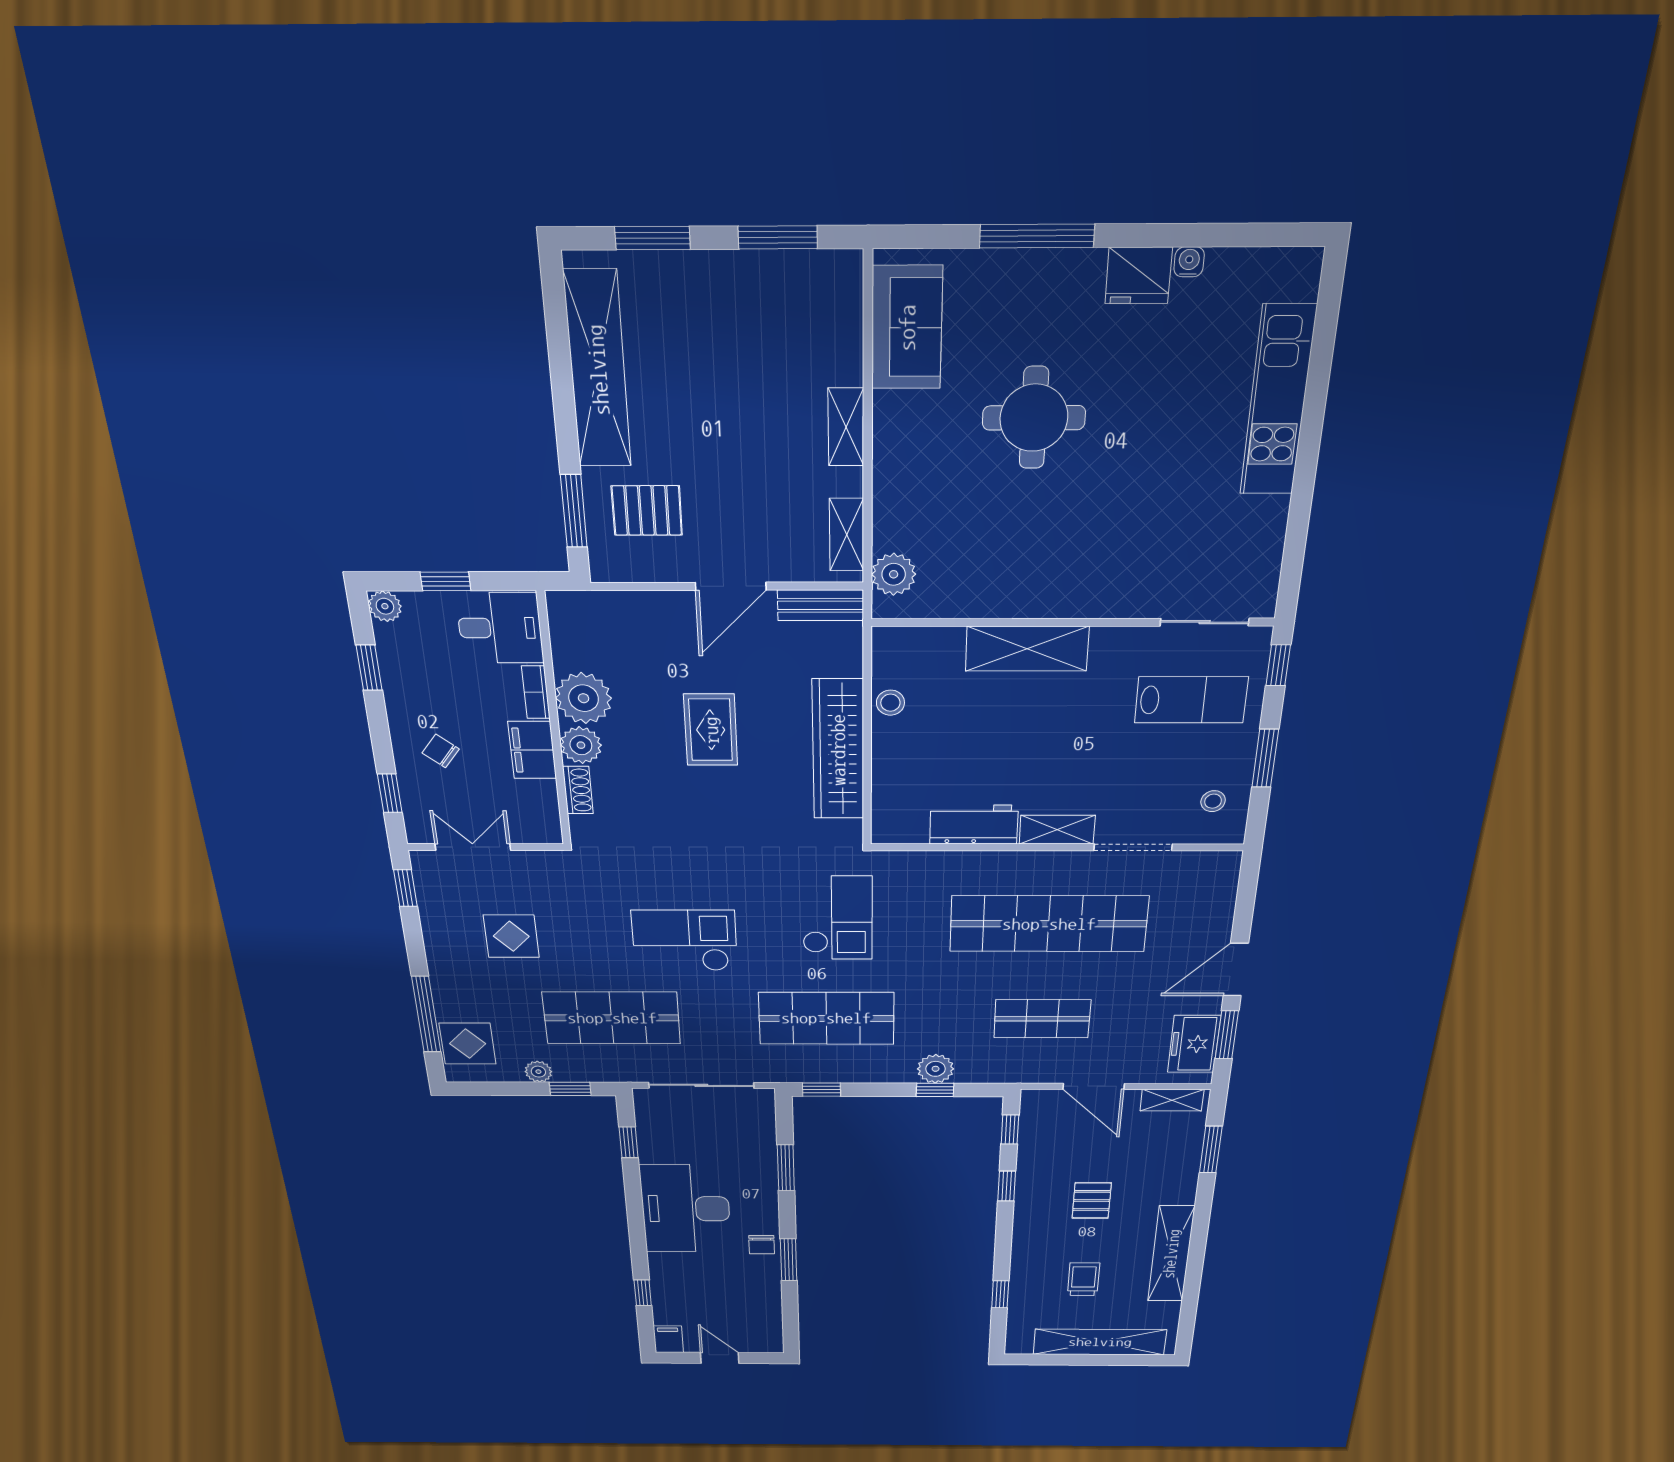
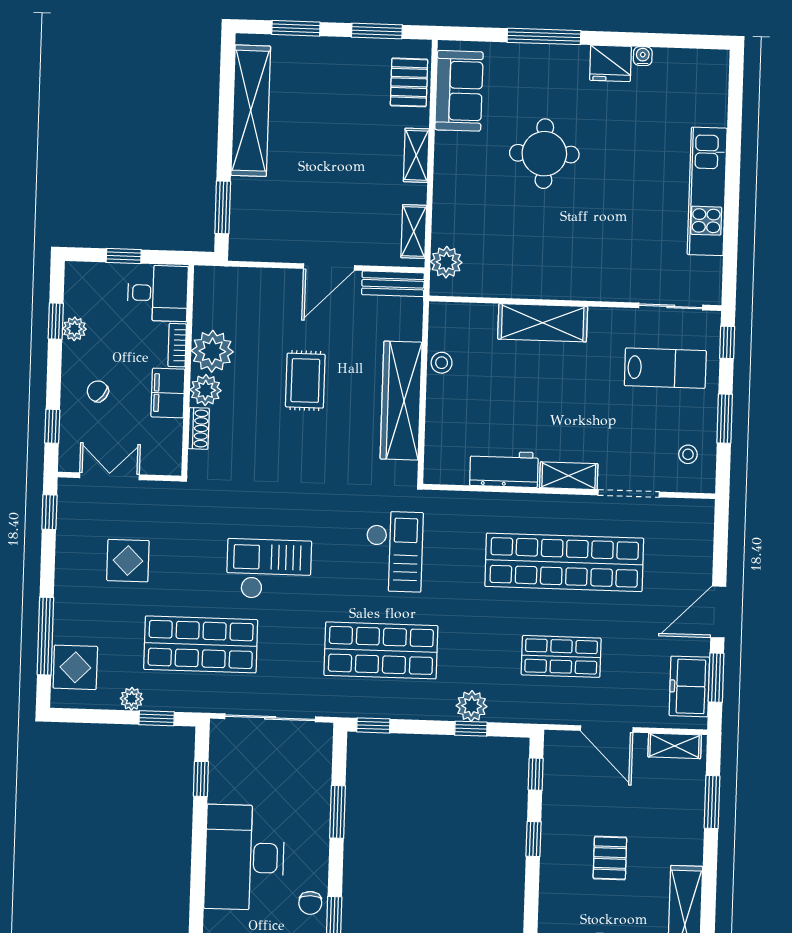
kitchen unit: (1278, 401) -> (707, 191), moved
pallet: (647, 510) -> (409, 82), moved, turned 90
plant: (385, 606) -> (75, 329), moved

